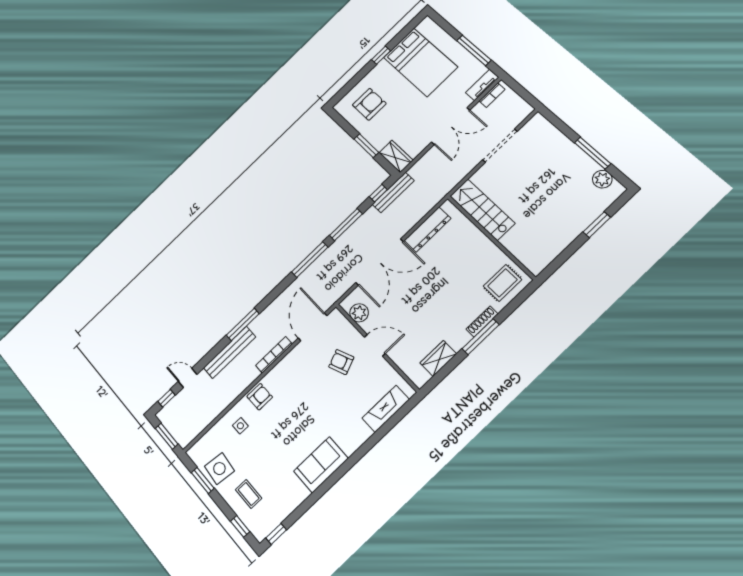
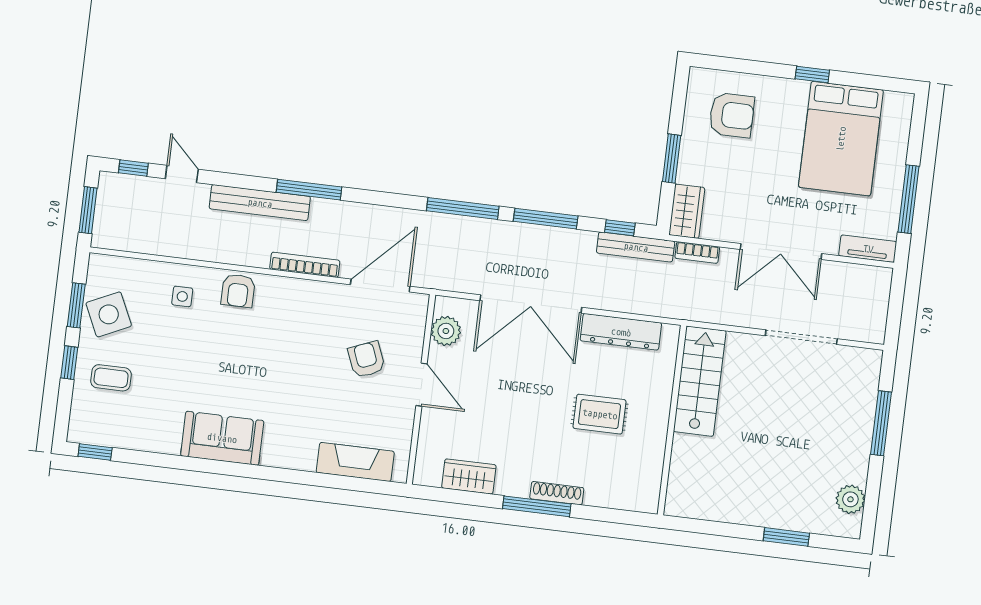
bookcase: (492, 95) -> (697, 252), moved
window: (593, 153) -> (881, 423), moved
rug: (502, 283) -> (600, 414), moved
armchair: (260, 397) -> (238, 291), turned 90
side table: (219, 469) -> (109, 314), turned -31
coffee table: (249, 494) -> (111, 378), turned 90
window: (240, 526) -> (69, 363), moved

